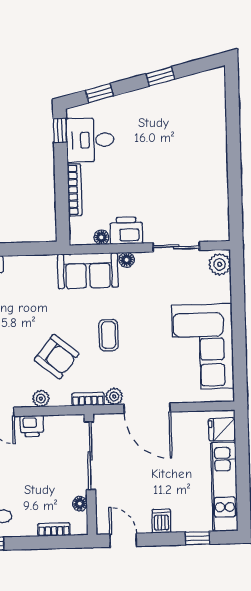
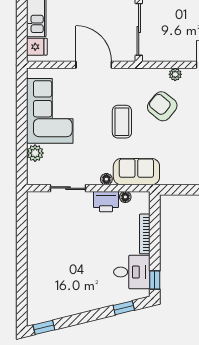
window: (160, 76) -> (44, 327), moved
plant: (220, 264) -> (35, 153), moved
coffee table: (109, 335) -> (122, 122), width x1.36, depth x1.30
plant: (114, 396) -> (119, 74), removed
bookcase: (88, 399) -> (139, 73), removed
printer: (32, 426) -> (183, 53), removed

